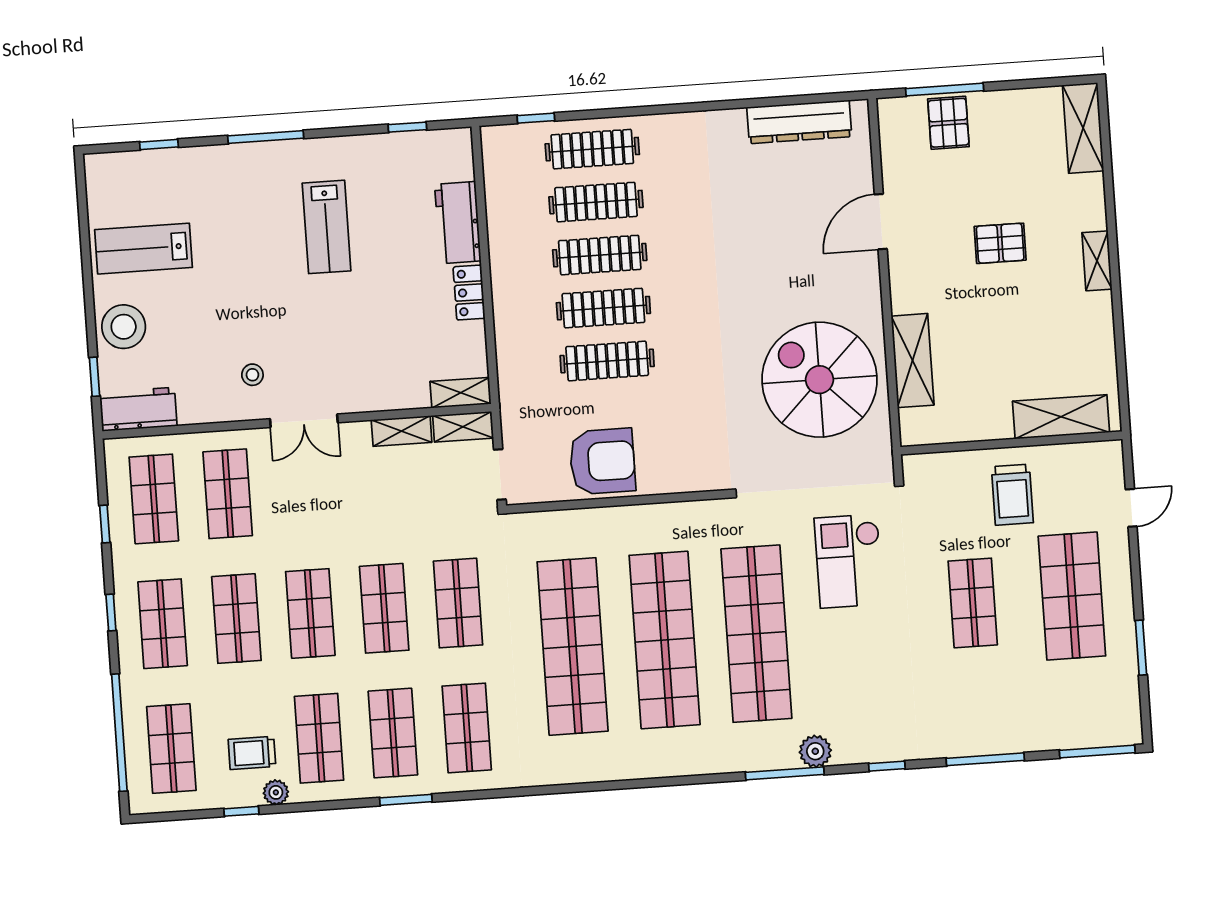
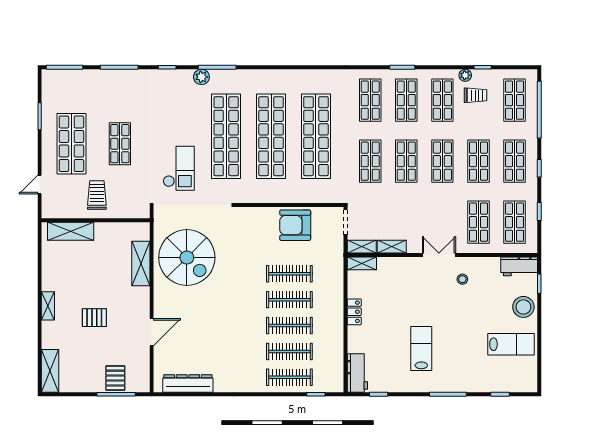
workbench: (458, 223) -> (357, 373), moved

